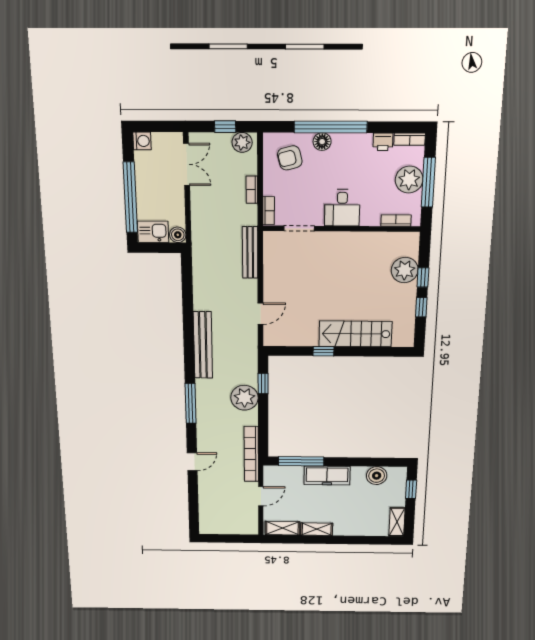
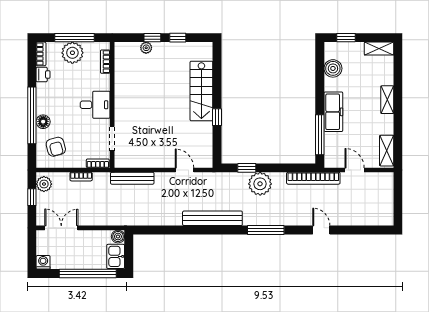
plant: (405, 270) -> (146, 48), width x0.53, depth x0.53
shelving: (317, 529) -> (387, 100), moved

